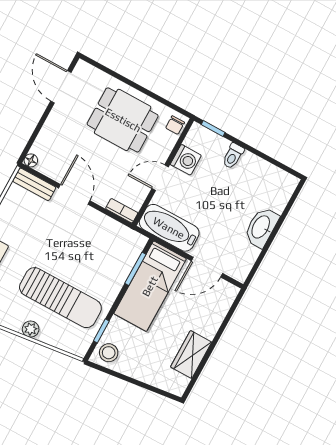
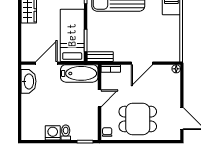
washing machine: (186, 160) -> (53, 133), moved, turned 90
bench: (34, 184) -> (100, 57), moved
door: (74, 194) -> (142, 63), hinge flipped
washbasin: (261, 227) -> (28, 81), moved

